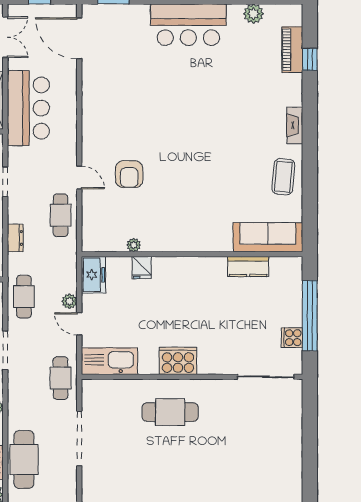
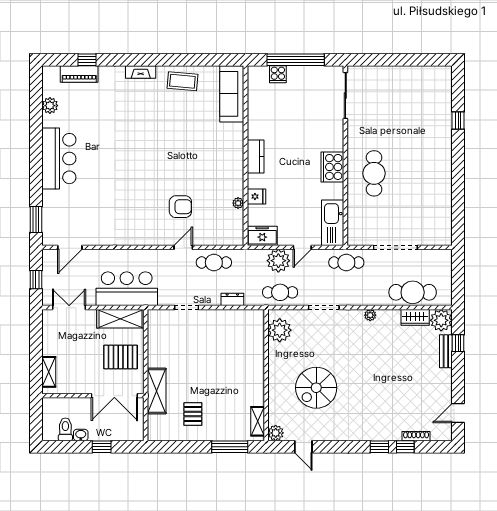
door: (79, 38) -> (70, 247), width x0.73
kitchen counter: (248, 267) -> (256, 156), moved
plant: (69, 301) -> (278, 261), width x1.88, depth x1.88
cooker: (292, 338) -> (278, 74), moved

